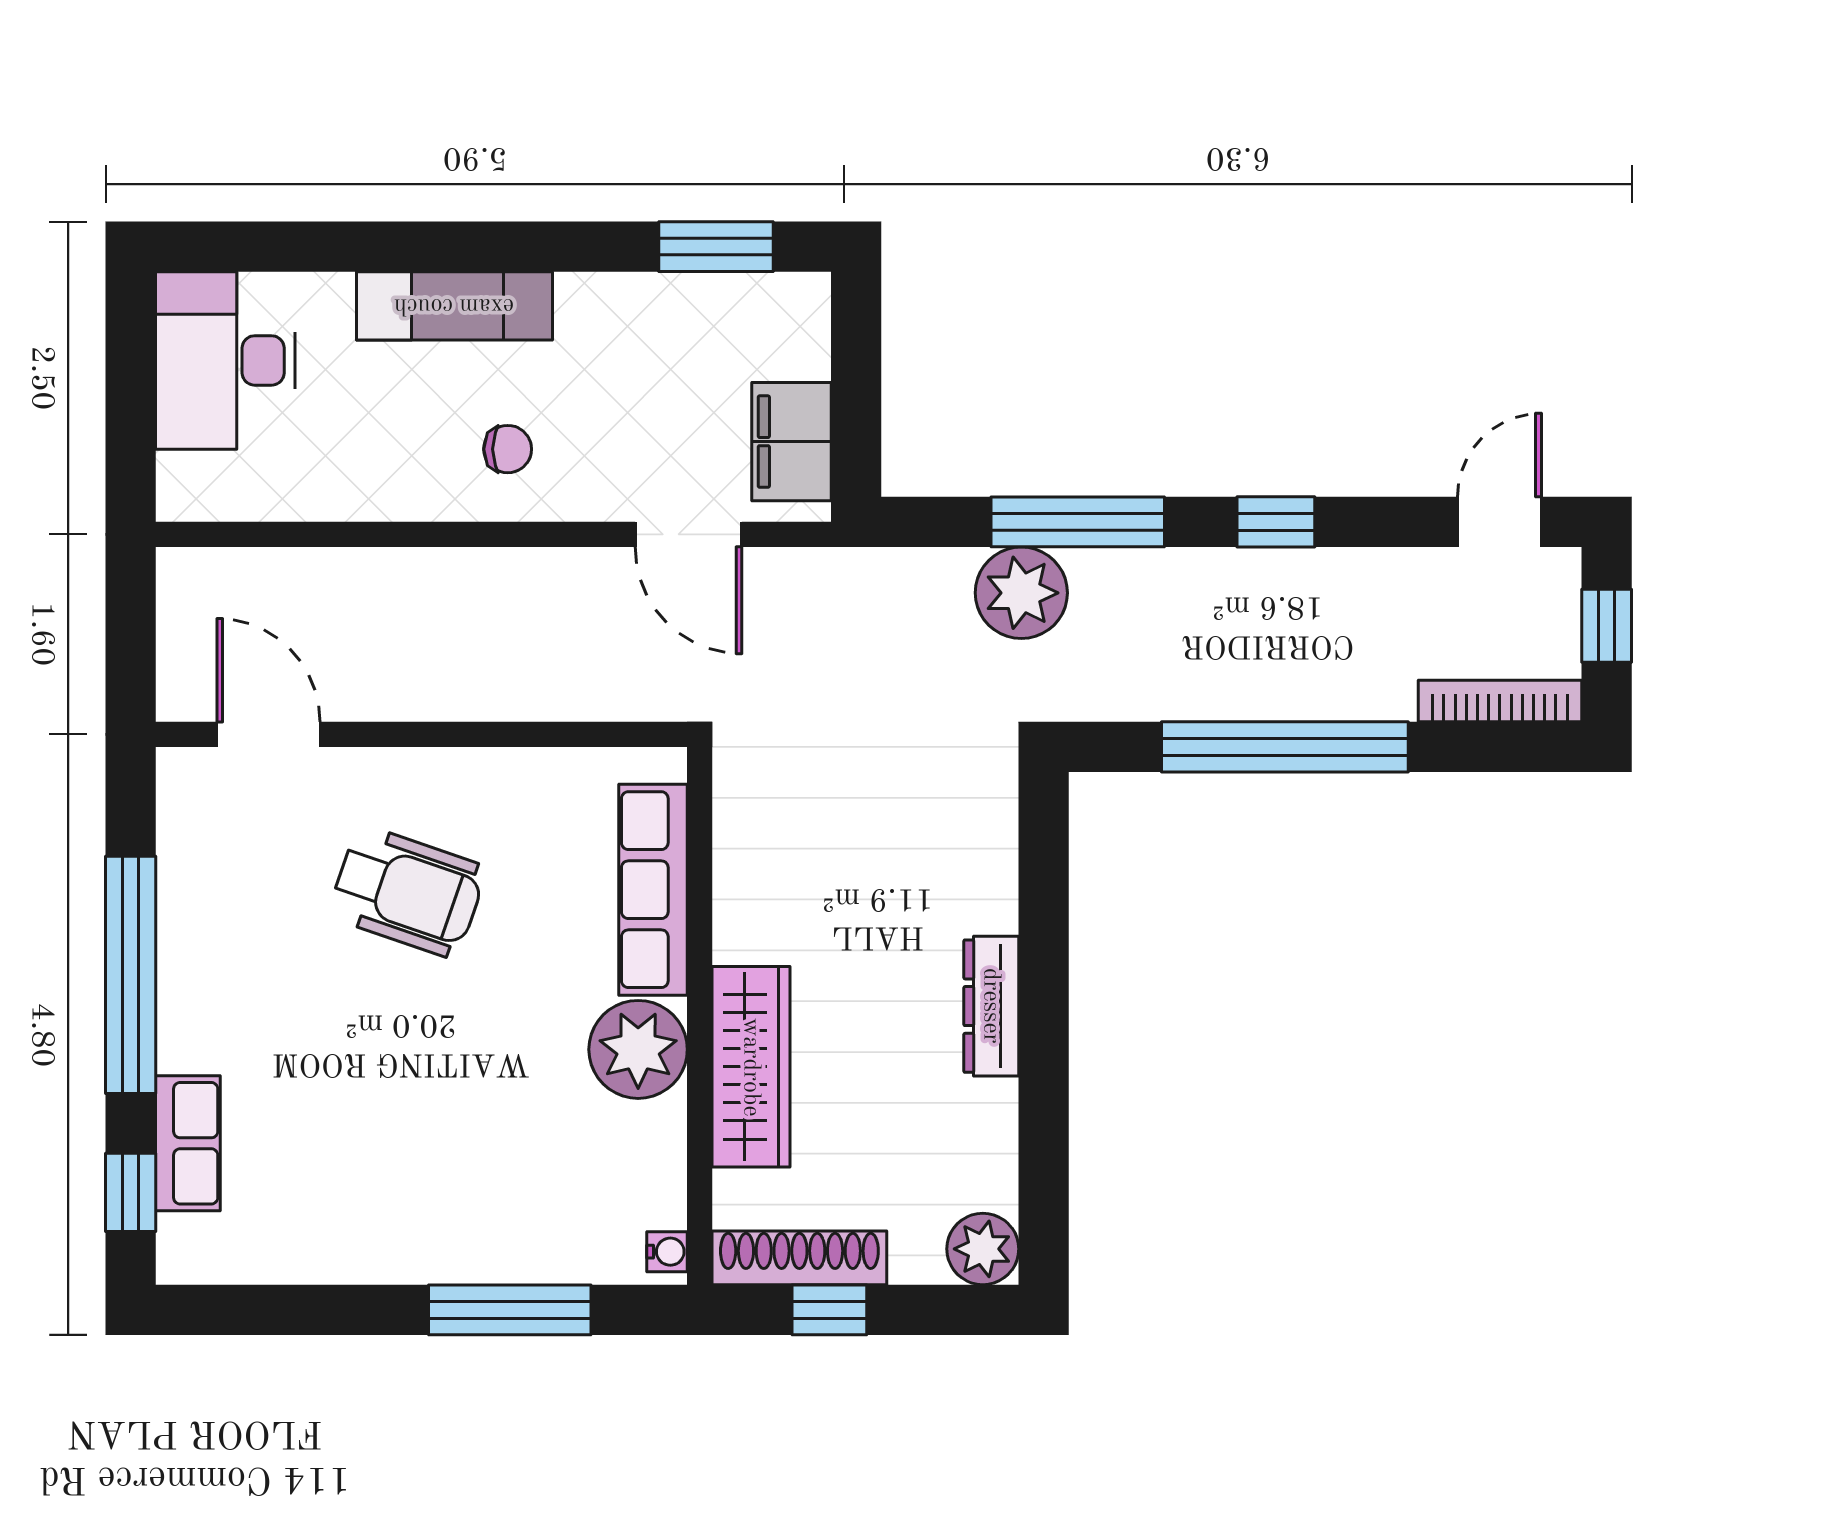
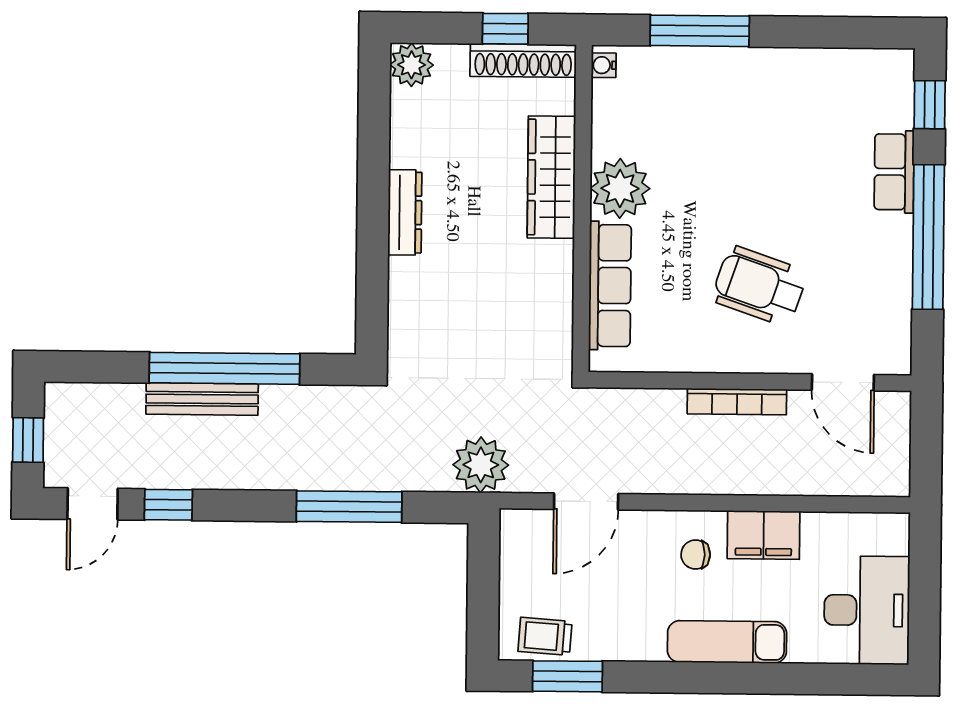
trolley: (754, 312) -> (545, 636), added
filing cabinet: (792, 442) -> (764, 535), moved, turned 90
window: (1276, 522) -> (168, 505), moved
door: (688, 534) -> (586, 501), swing flipped
plant: (1021, 593) -> (481, 465), moved
bench: (1321, 696) -> (202, 399), added
bookcase: (1500, 701) -> (737, 402), moved
row of seats: (188, 1143) -> (894, 172), moved

